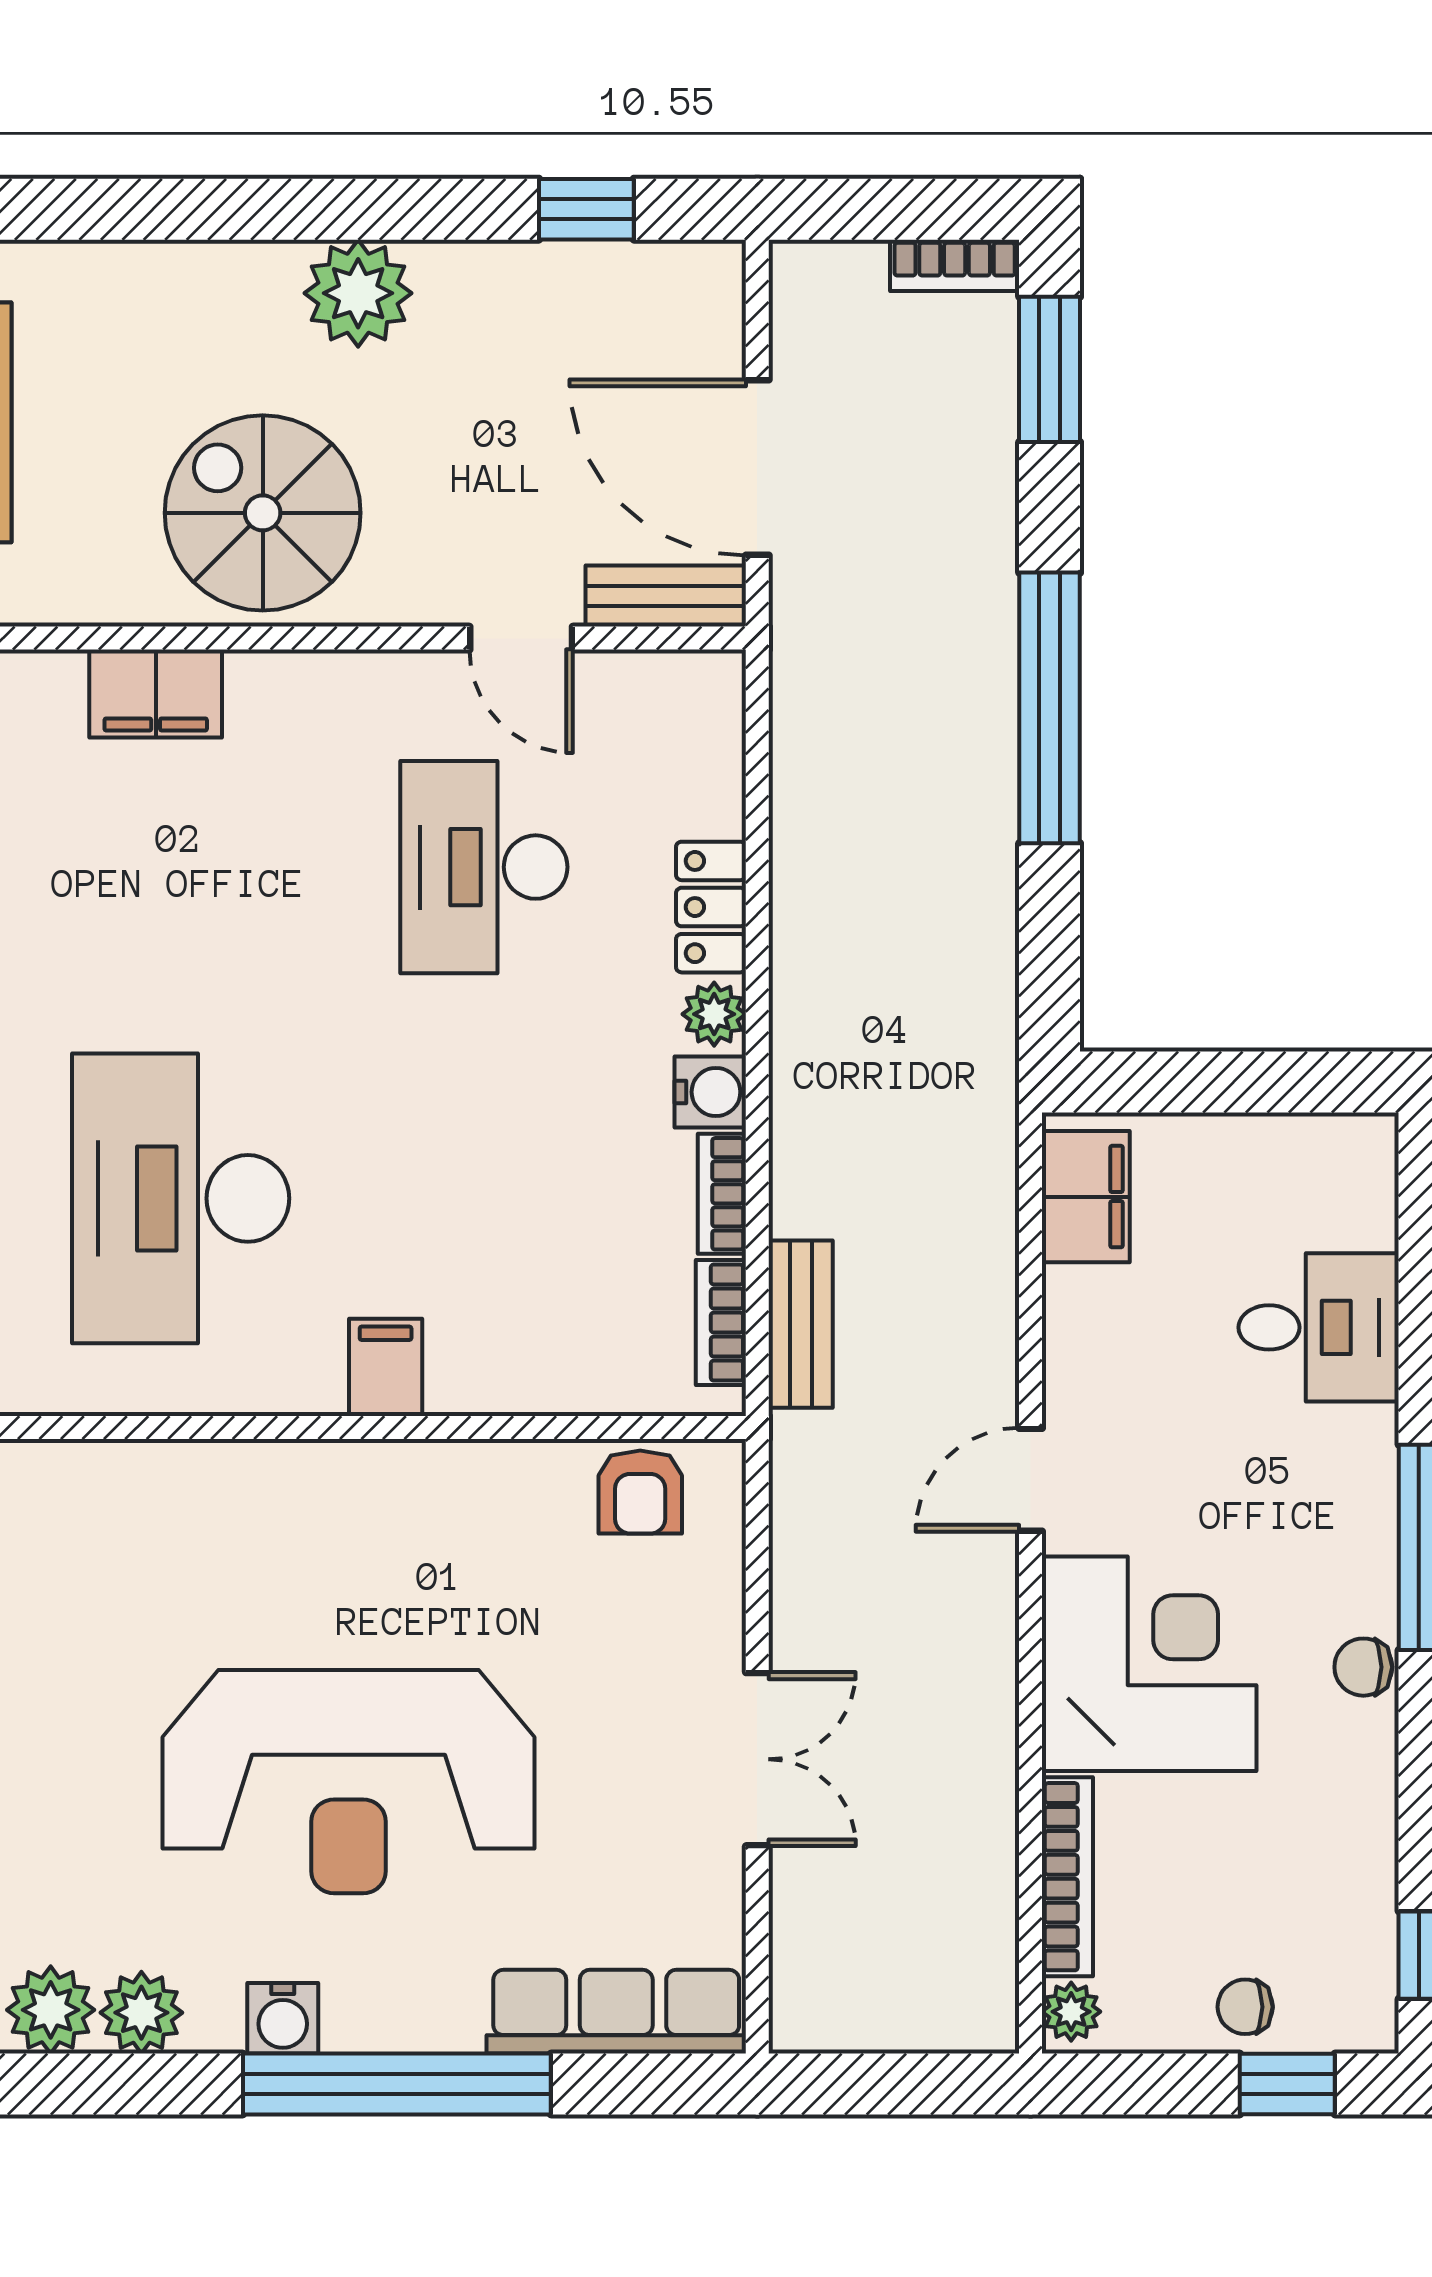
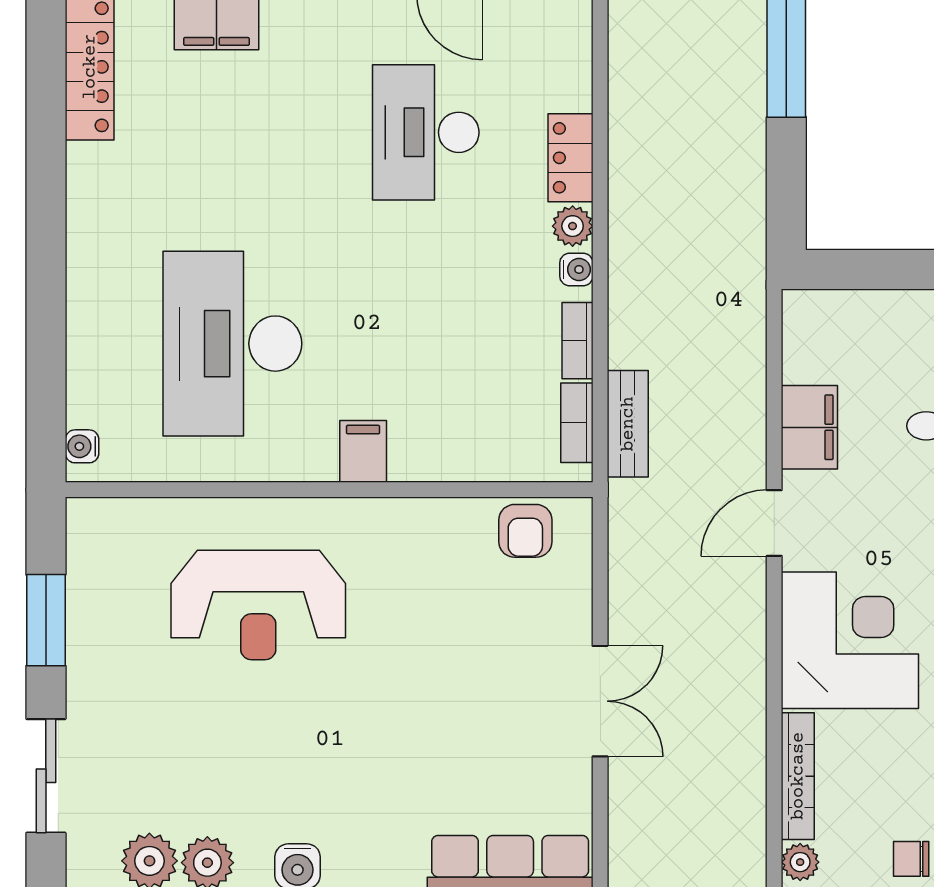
water cooler: (710, 1092) -> (576, 269), width x0.72, depth x0.72
filing cabinet: (1086, 1197) -> (809, 427), moved
reception desk: (349, 1782) -> (258, 605), moved, width x0.74, depth x0.77

